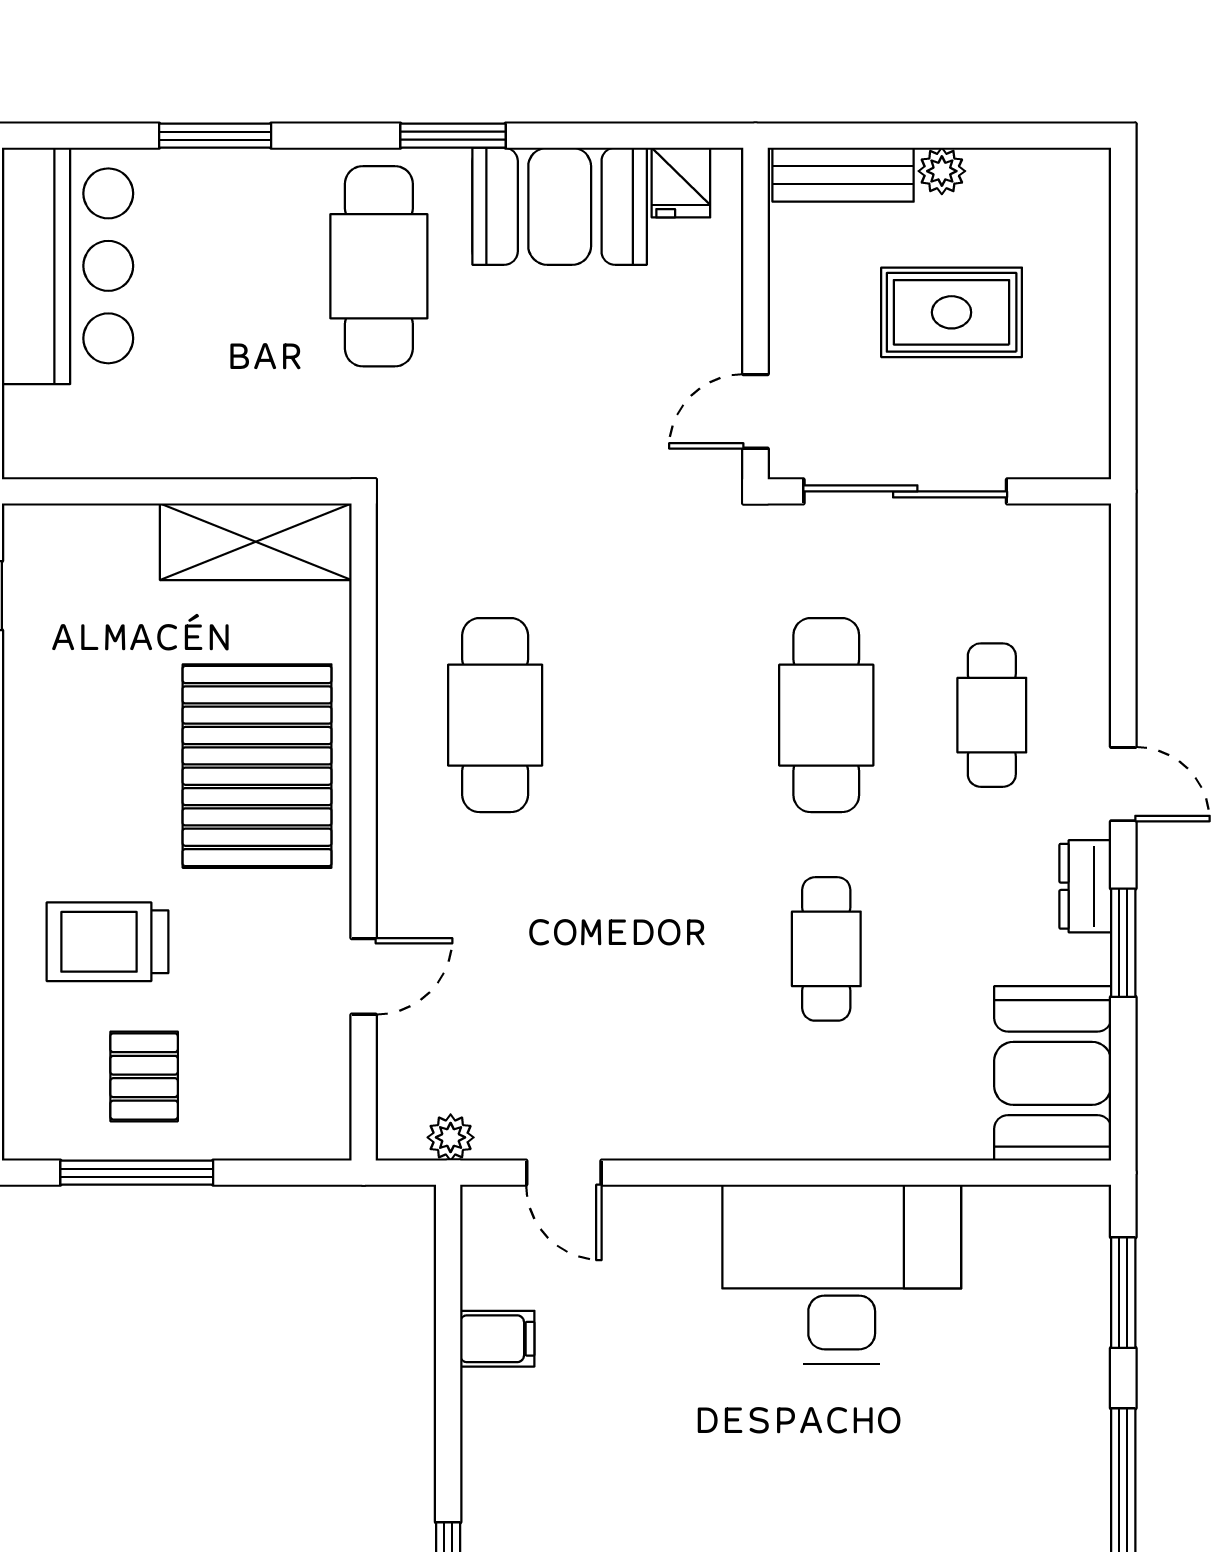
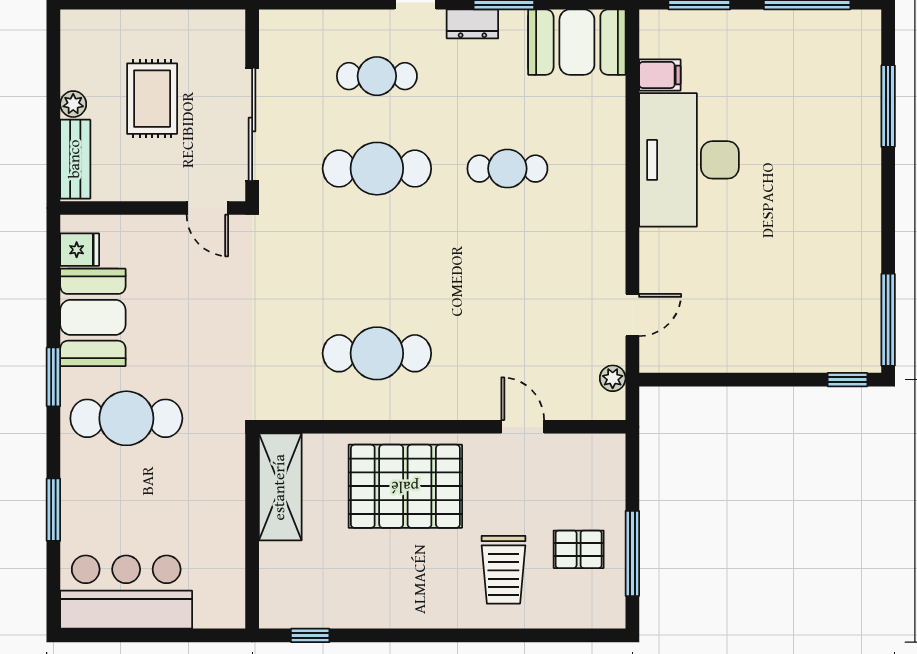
filing cabinet: (497, 1339) -> (660, 75), moved, turned 90

